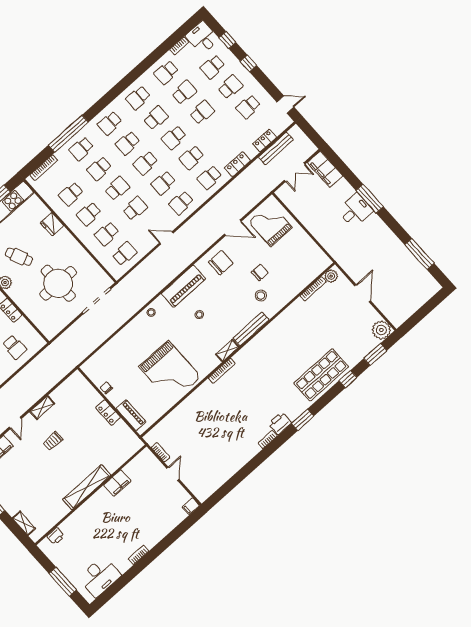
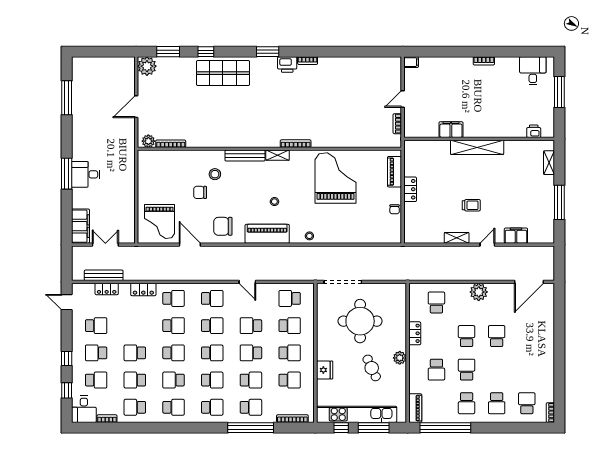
school desk: (166, 72) -> (135, 407), turned 180
desk: (100, 577) -> (533, 71), width x0.73

